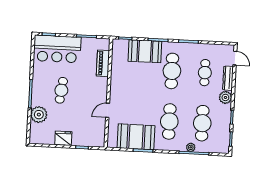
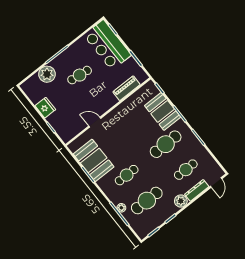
cafe table: (169, 121) -> (127, 175), width x0.73, depth x0.74

